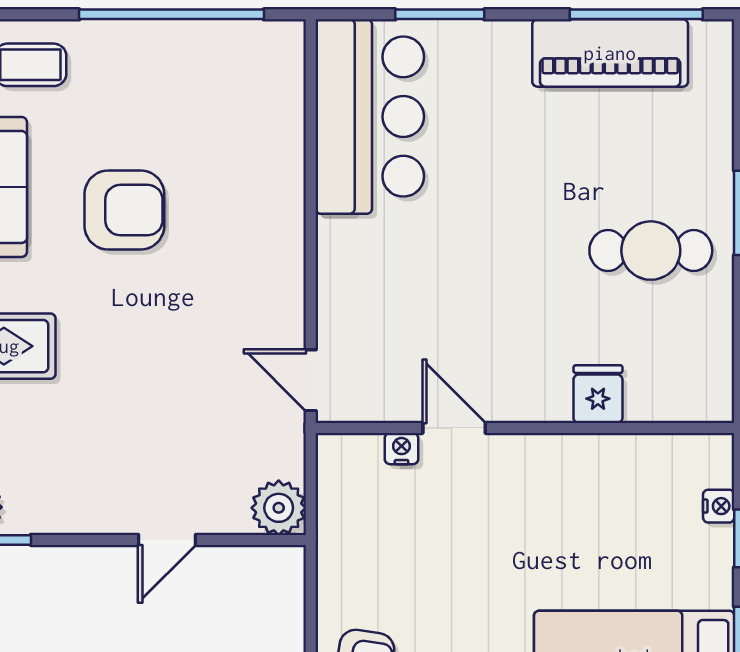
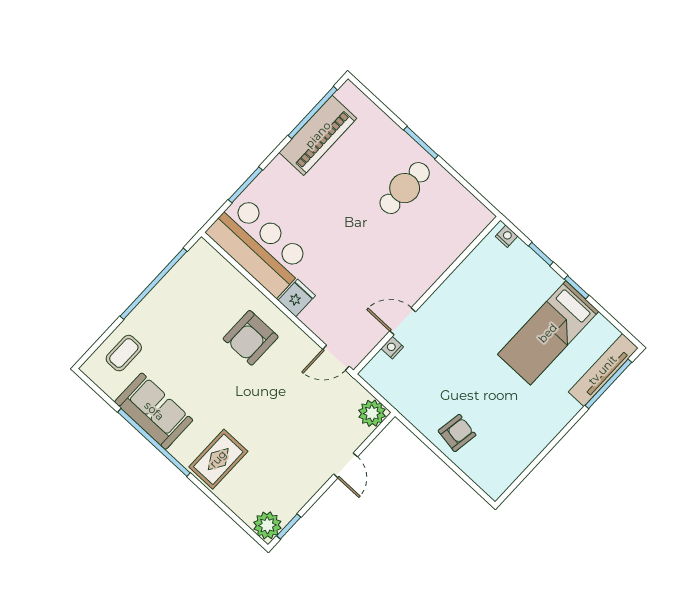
armchair: (124, 210) -> (251, 338), moved, turned 180
fridge: (598, 394) -> (297, 298), moved, turned 90
nightstand: (719, 506) -> (507, 236), moved

